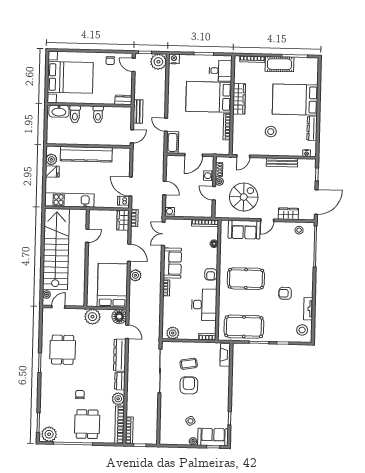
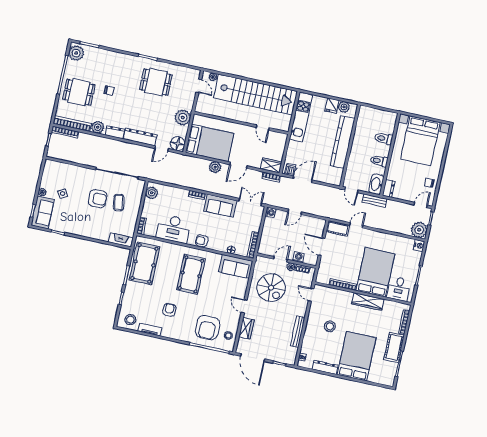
washbasin: (59, 111) -> (376, 184), moved
sofa: (244, 230) -> (236, 266), moved, turned -90
armchair: (295, 252) -> (207, 328), added

